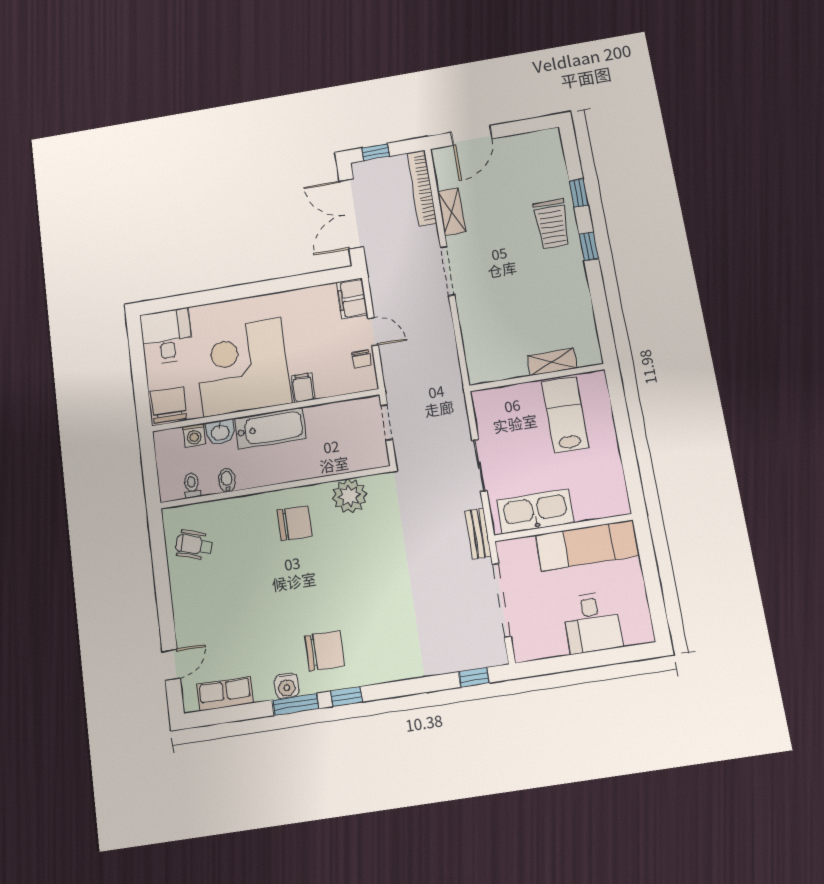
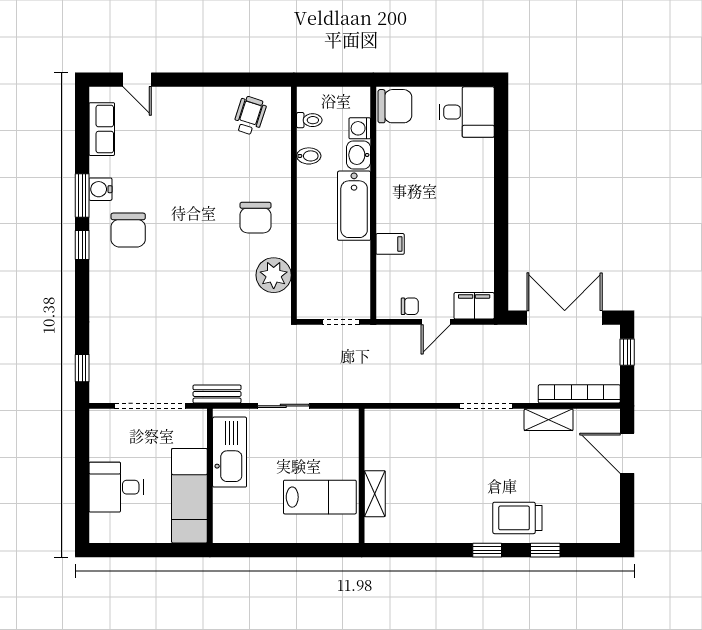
chair: (361, 359) -> (410, 306), turned 180
corner desk: (242, 367) -> (422, 185), removed

